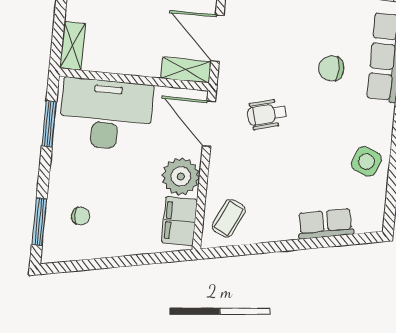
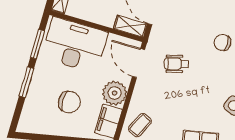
chair: (81, 216) -> (69, 102), moved, width x1.87, depth x1.87
window: (39, 222) -> (26, 82), moved

